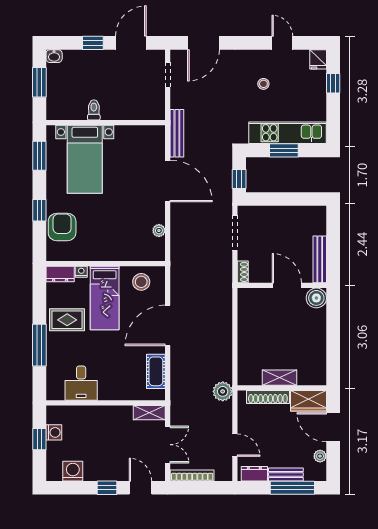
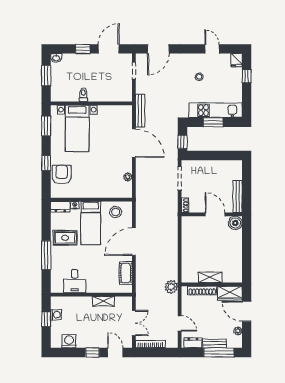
shelving: (149, 413) -> (103, 301), moved

